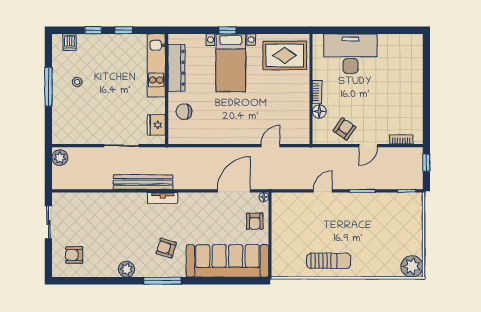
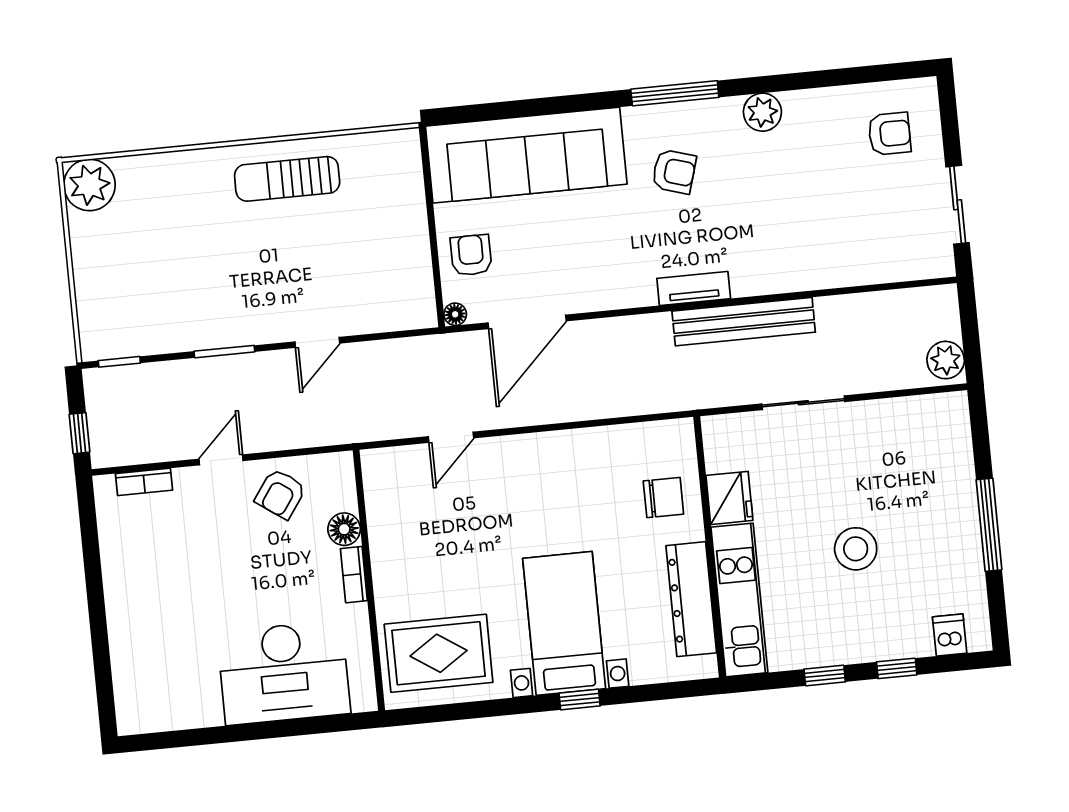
stool: (77, 82) -> (856, 549), moved, width x1.89, depth x1.89
fridge: (156, 125) -> (729, 498), moved

